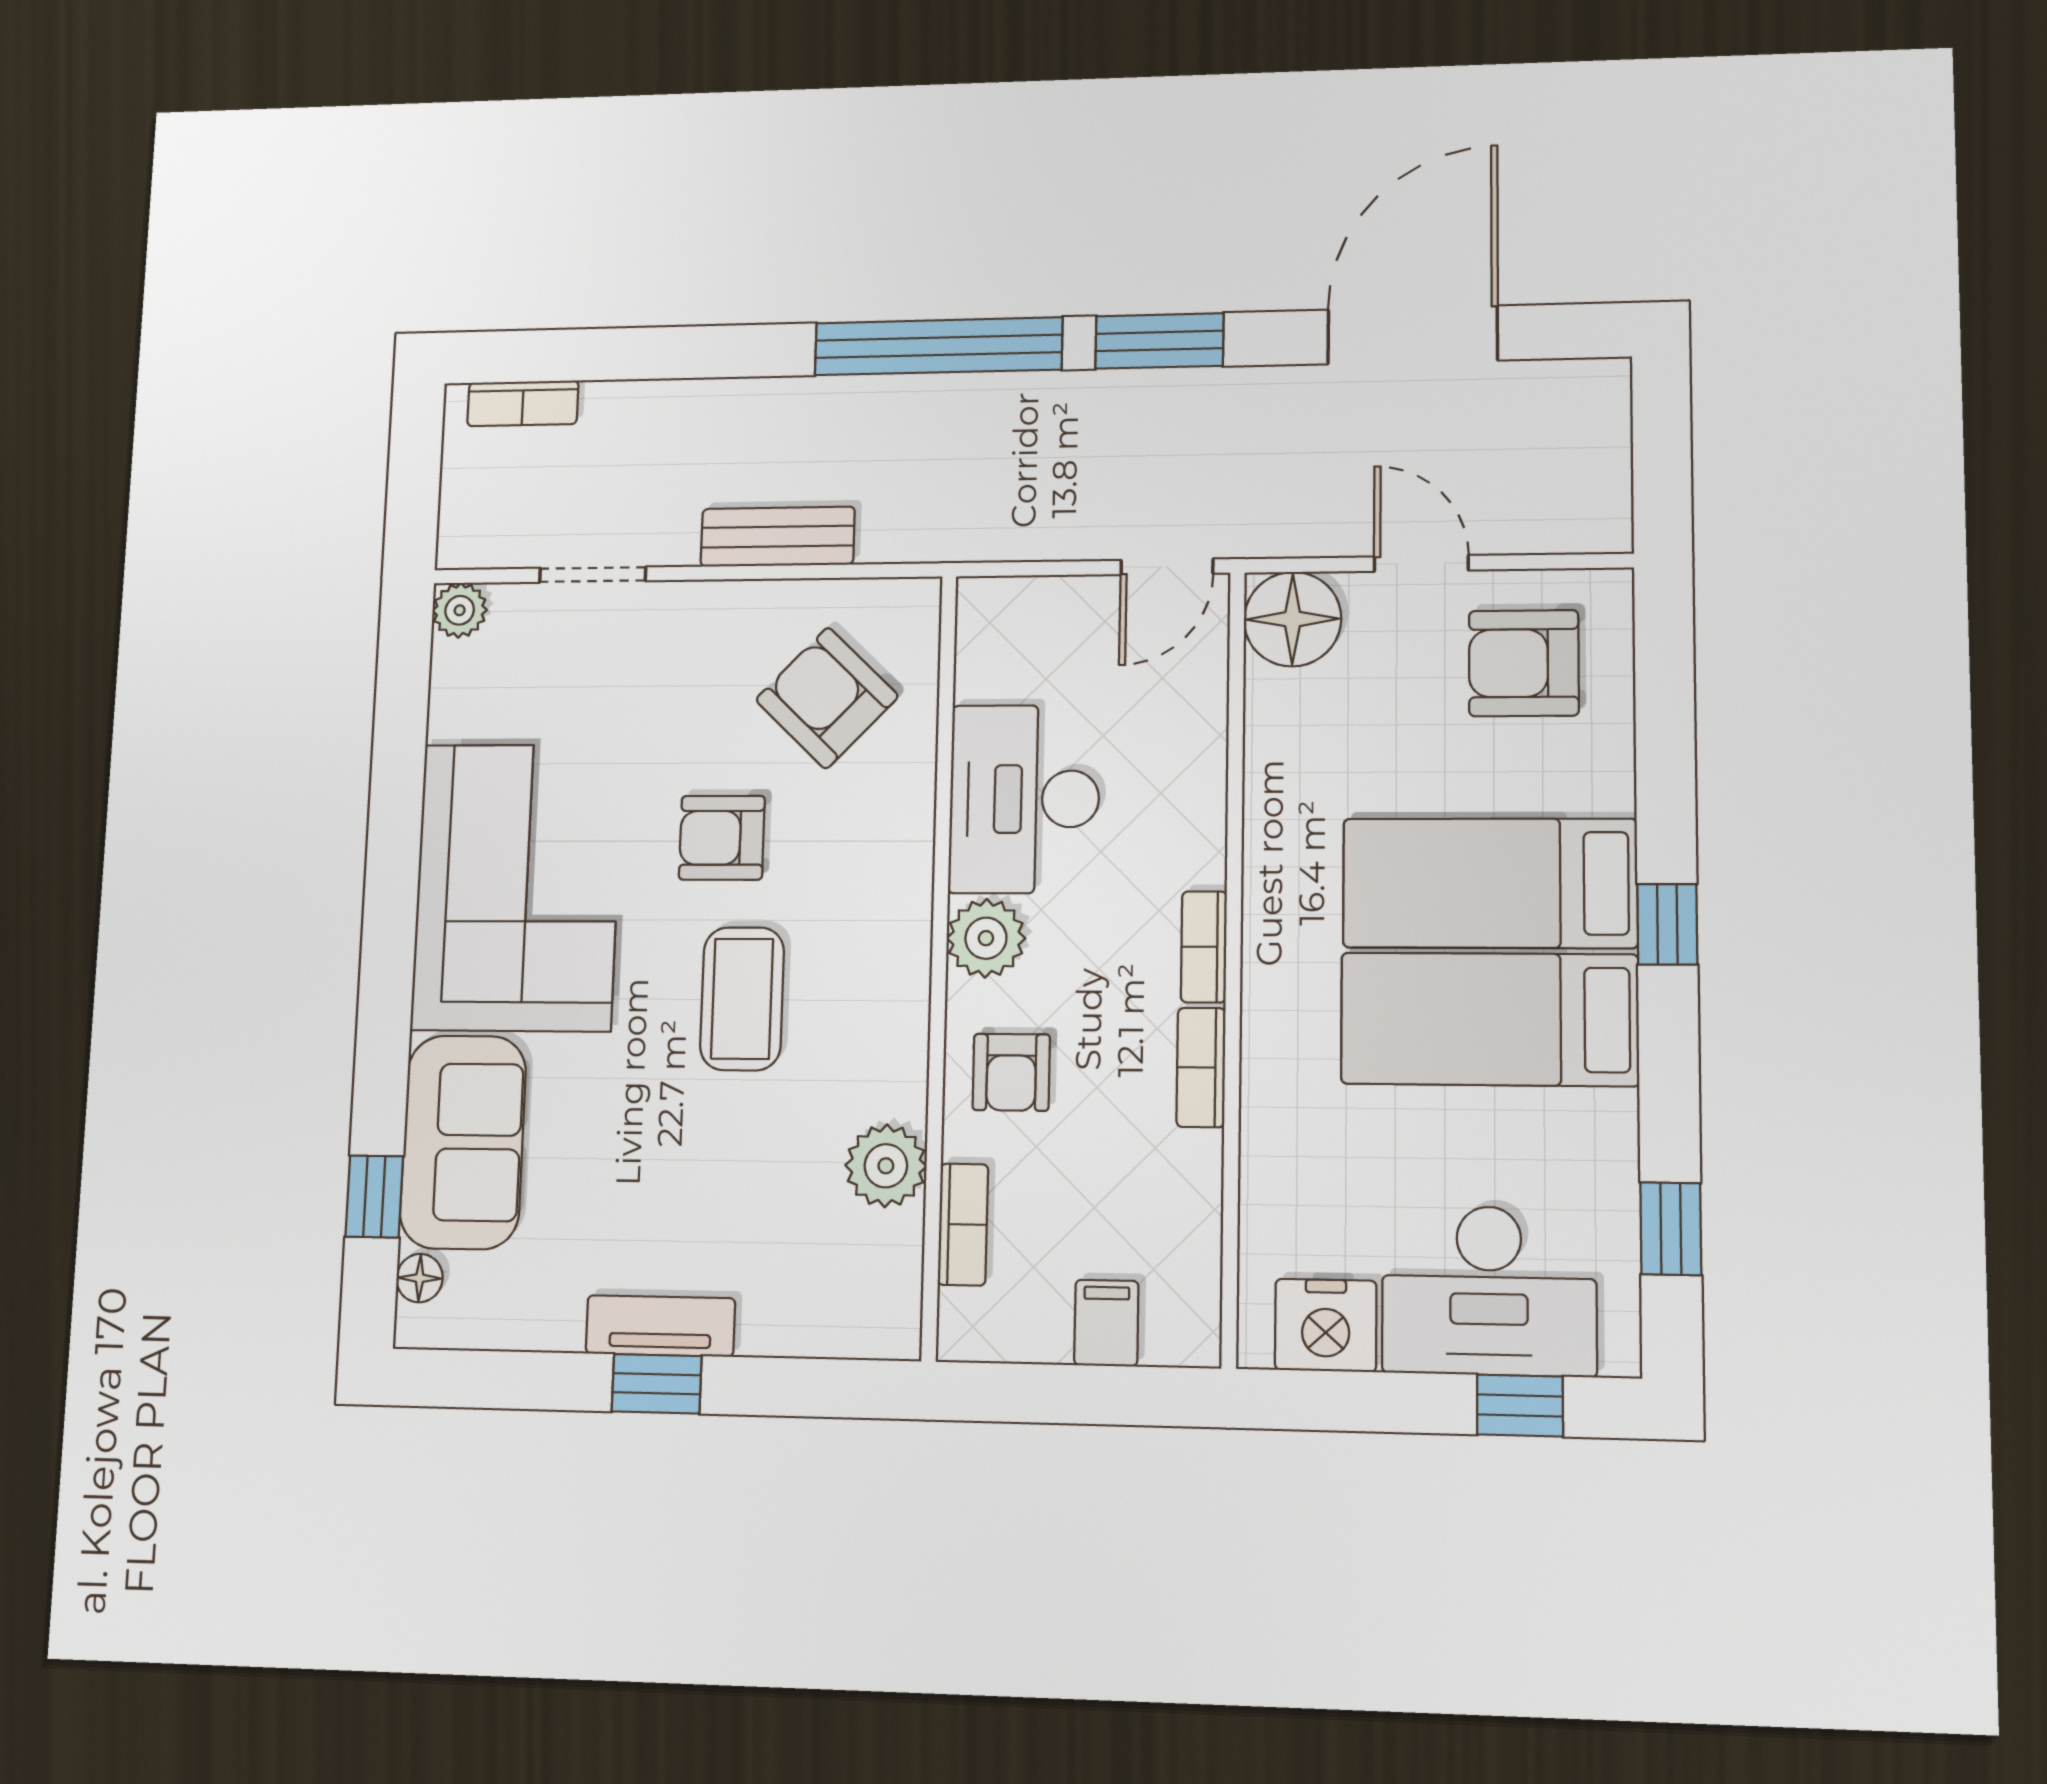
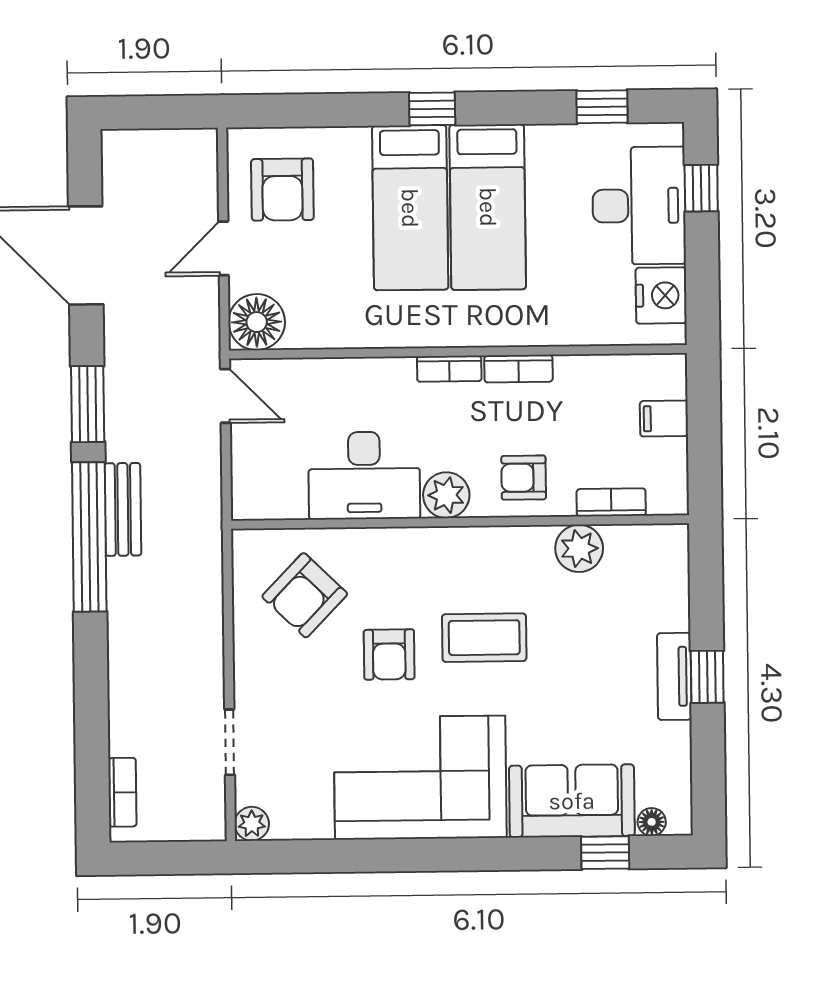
bench: (778, 537) -> (123, 509), moved
armchair: (1011, 1072) -> (524, 478), turned 180

